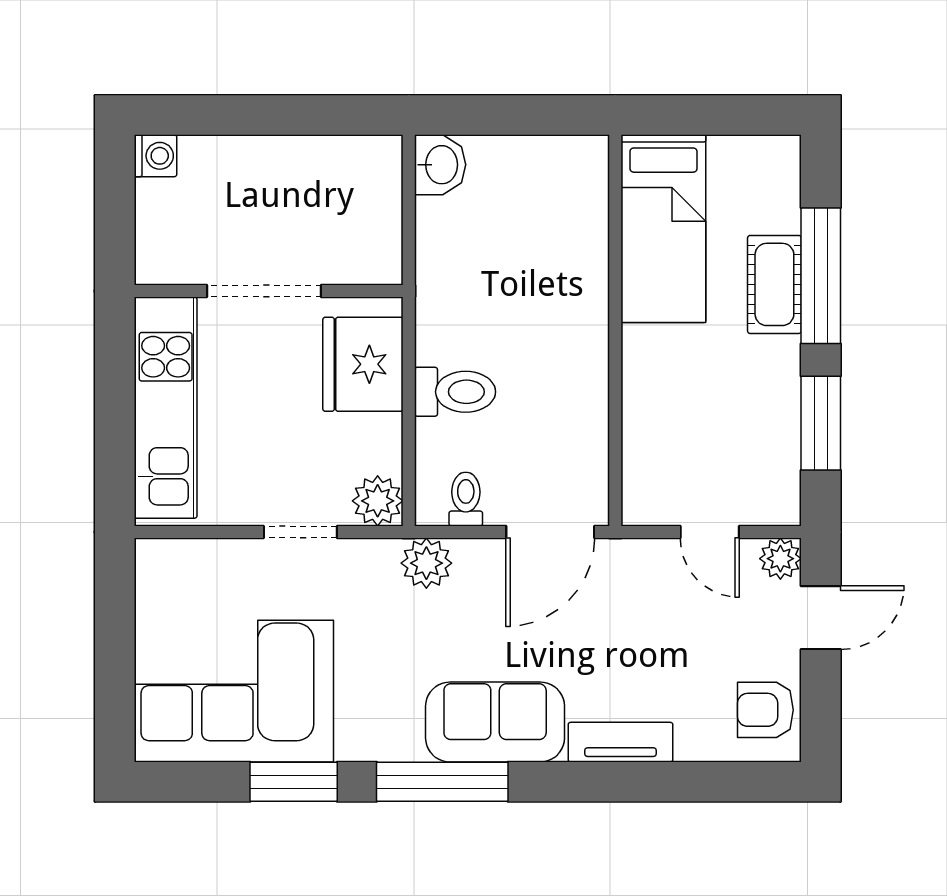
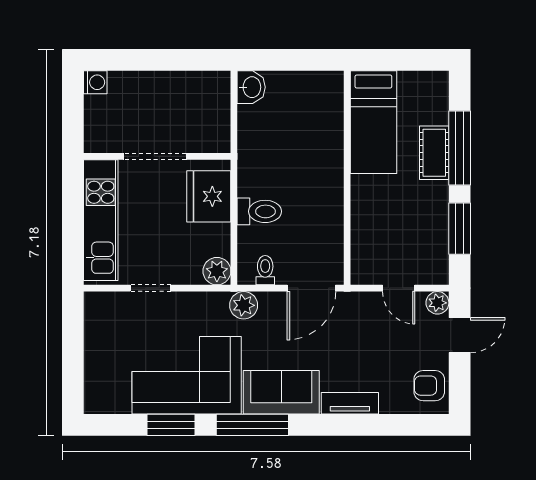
doorway: (300, 532) -> (150, 288), moved
corner sofa: (234, 691) -> (187, 375), moved

